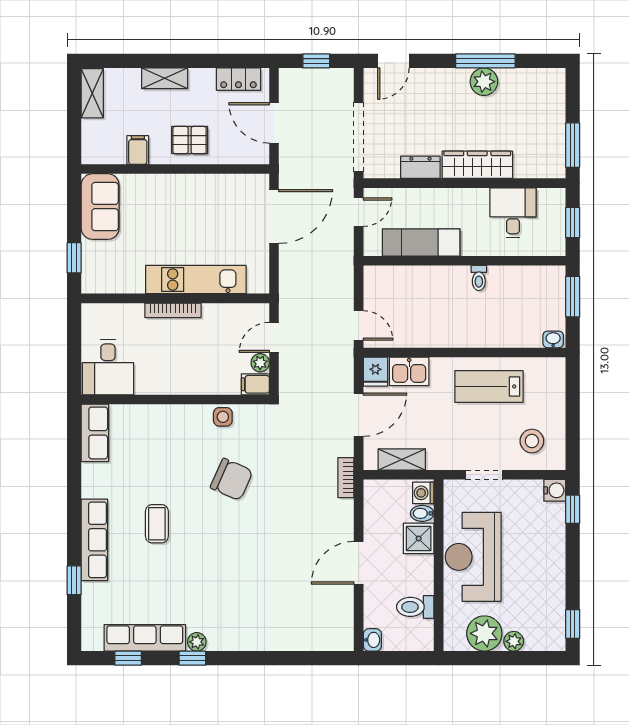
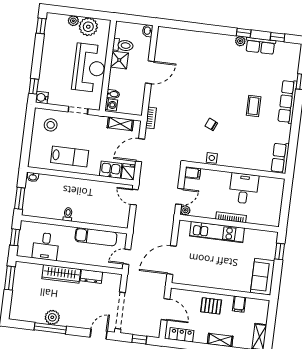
doorway: (359, 137) -> (120, 311), moved
plant: (260, 363) -> (185, 210), moved
desk: (108, 367) -> (244, 188), moved
chair: (232, 479) -> (211, 124), width x0.54, depth x0.54
shower: (419, 538) -> (119, 60), moved
row of seats: (145, 638) -> (260, 46), width x0.68

